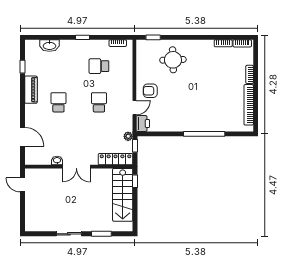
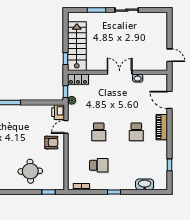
piano: (31, 90) -> (162, 127), moved
locker: (115, 159) -> (78, 79), width x0.66

